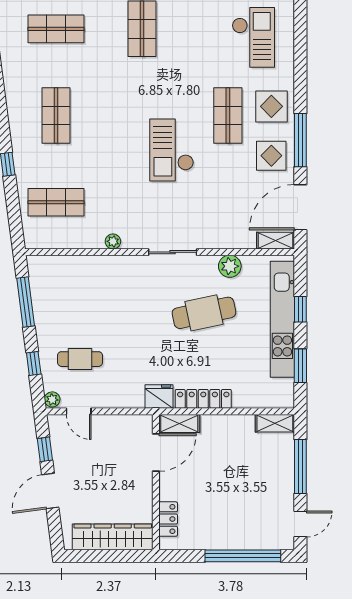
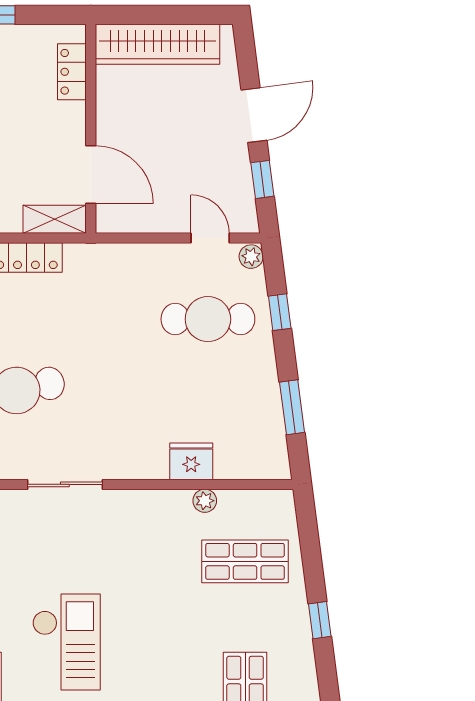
plant: (113, 241) -> (205, 501), moved
window: (26, 302) -> (292, 407), width x0.69
cafe table: (80, 359) -> (208, 319), width x1.37, depth x1.35
fridge: (159, 397) -> (191, 461), moved, turned 180
door: (156, 453) -> (91, 175), swing flipped

